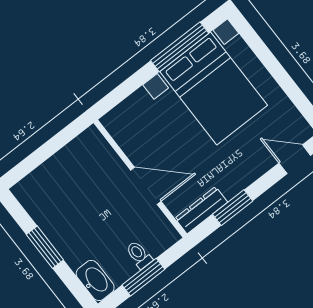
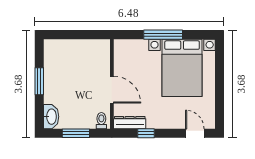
window: (180, 47) -> (163, 35), moved
window: (233, 208) -> (146, 133), width x0.67
toilet: (139, 255) -> (101, 121), moved

